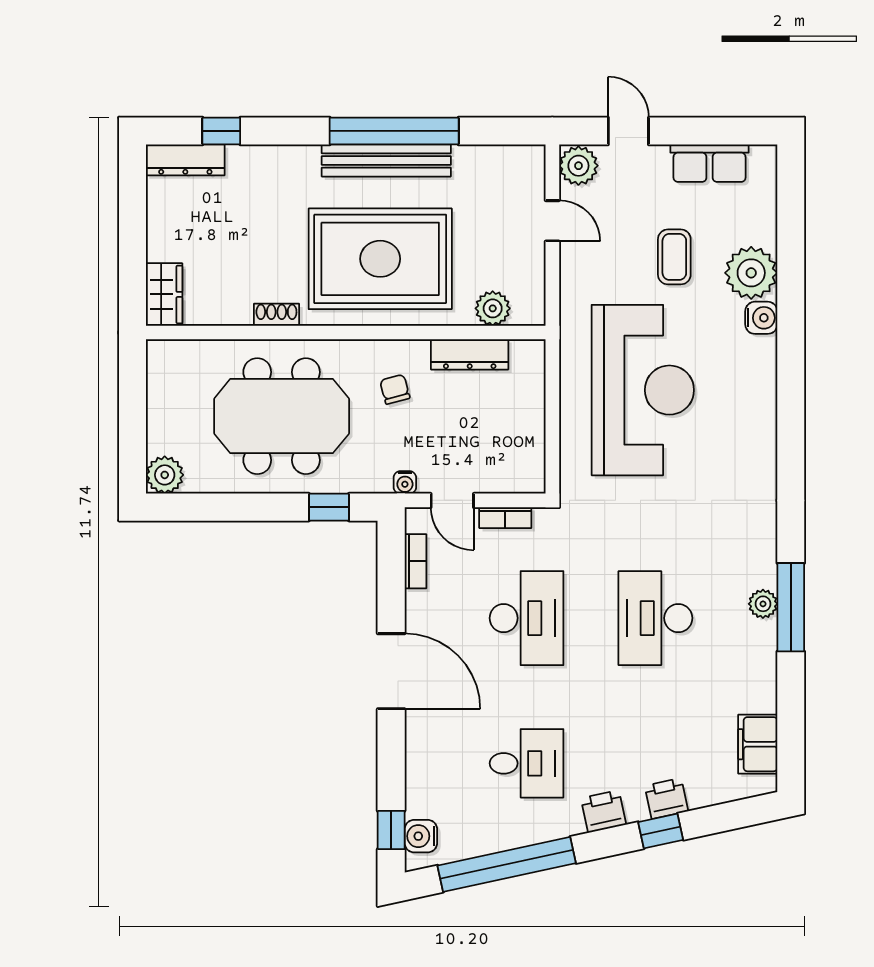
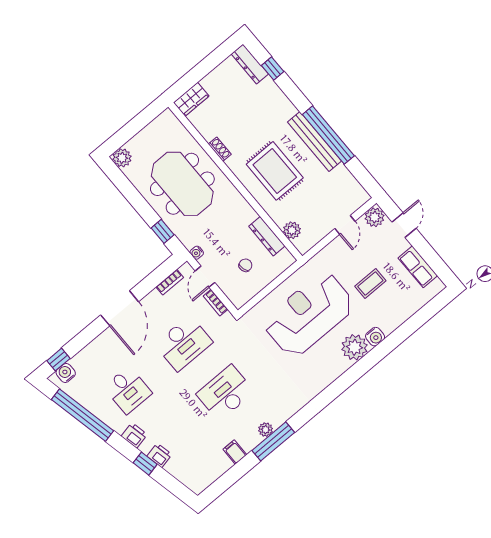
rug: (380, 259) -> (275, 171), width x0.73, depth x0.69
plant: (751, 273) -> (354, 347), moved
chair: (395, 389) -> (245, 265), moved
reception desk: (643, 390) -> (309, 314), turned 180
filing cabinet: (758, 744) -> (235, 452), moved, width x0.50

